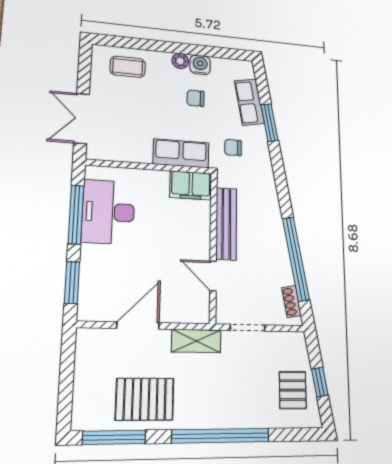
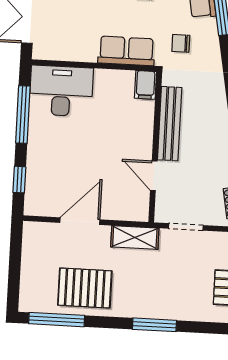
filing cabinet: (191, 185) -> (145, 85), width x0.50
desk: (108, 212) -> (61, 91), moved, turned 90
window: (72, 283) -> (19, 180), width x0.67
window: (221, 436) -> (154, 325), width x0.47

